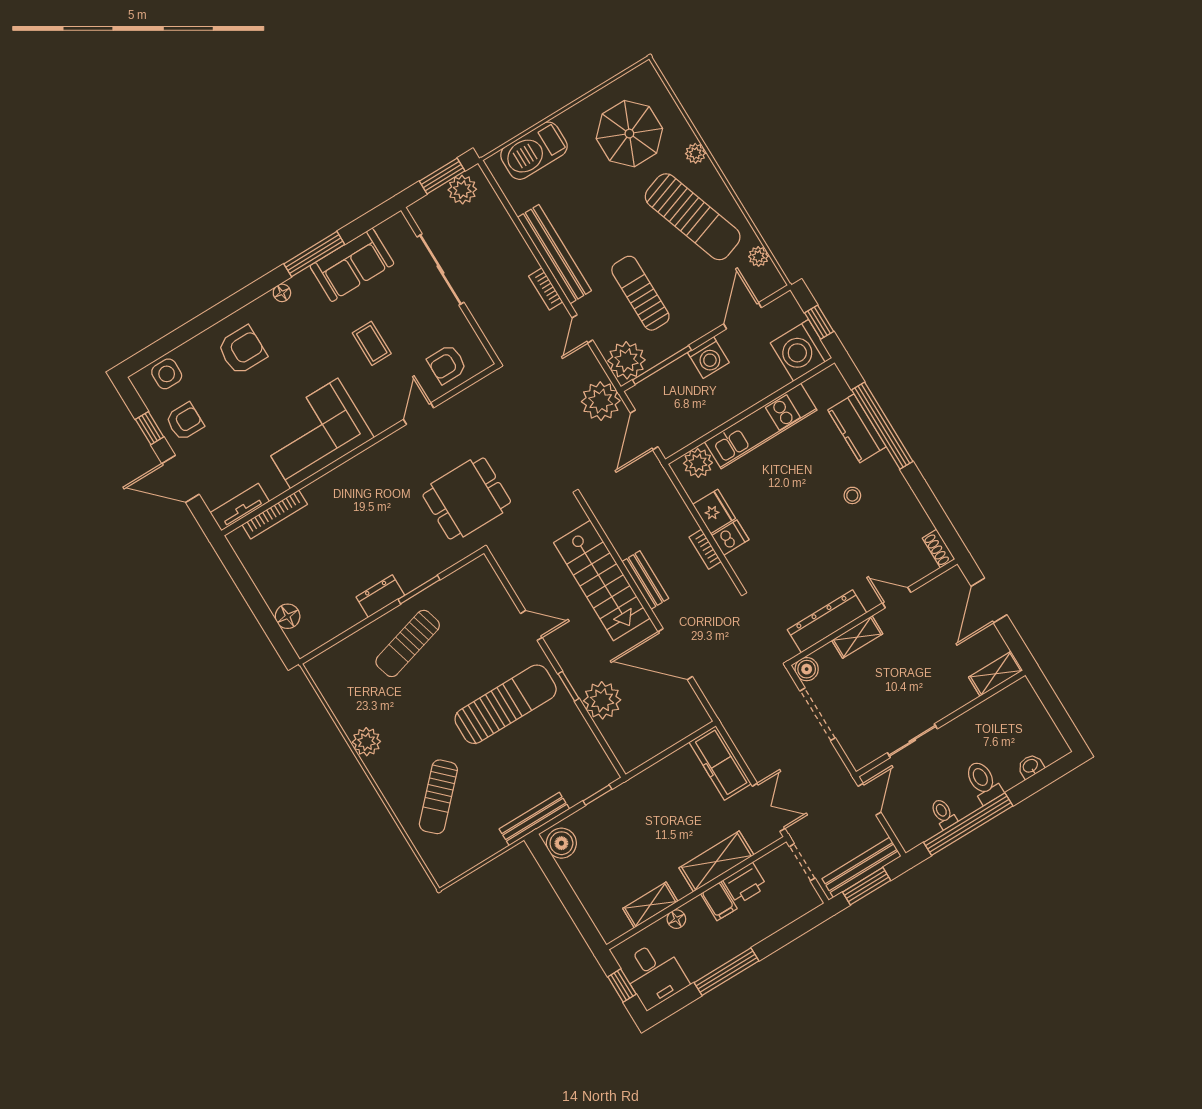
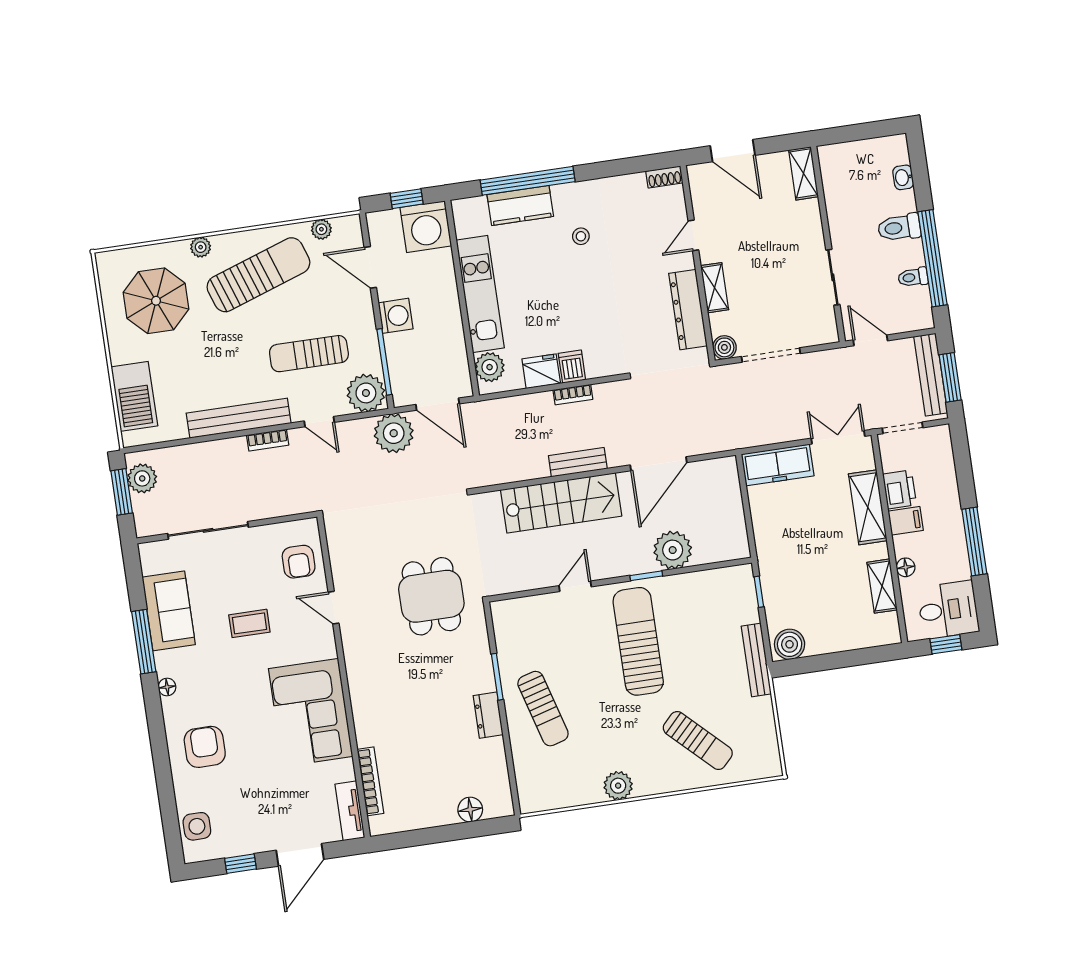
armchair: (185, 421) -> (248, 828), removed

